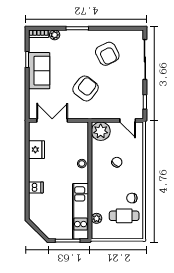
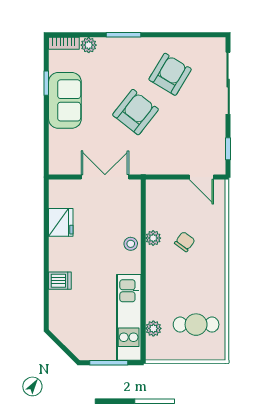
armchair: (107, 54) -> (170, 74), turned -122
armchair: (86, 88) -> (136, 112), moved
double door: (52, 120) -> (105, 177), moved
plant: (101, 131) -> (153, 238), moved, width x0.53, depth x0.53
chair: (132, 198) -> (208, 297), removed

